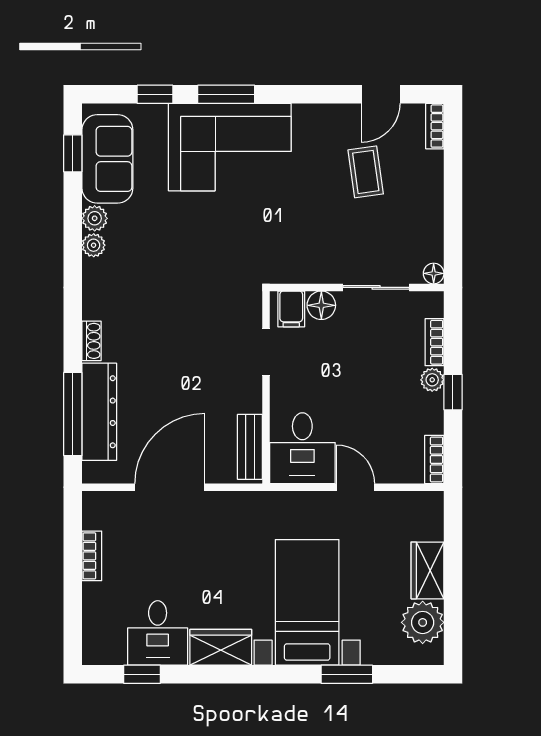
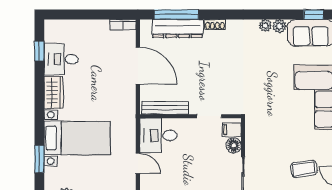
bench: (250, 447) -> (165, 108), width x1.36
door: (355, 487) -> (138, 163), hinge flipped
bookcase: (92, 556) -> (123, 25), moved

